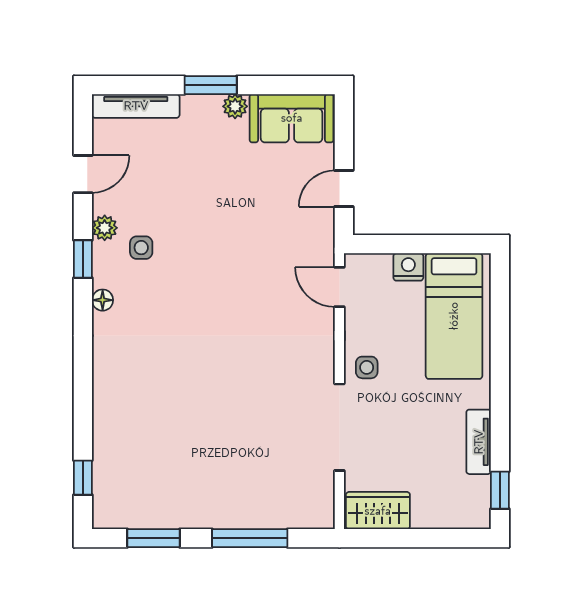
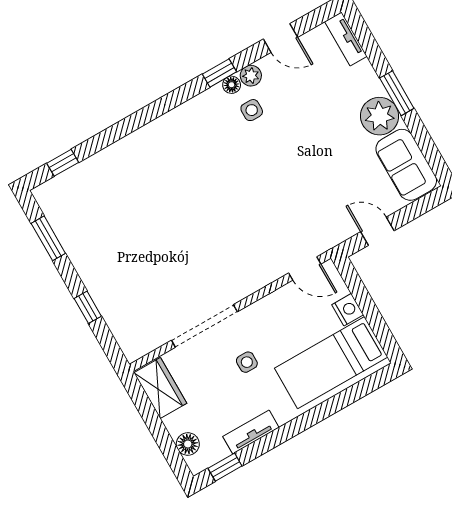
tv unit: (136, 106) -> (346, 39), width x0.71
plant: (235, 106) -> (380, 116), width x1.87, depth x1.87
door: (339, 287) -> (305, 269), swing flipped
floor lamp: (103, 300) -> (232, 85), moved
side table: (367, 367) -> (247, 362), moved
floor lamp: (453, 515) -> (188, 444), added
window: (250, 538) -> (88, 307), width x0.46

